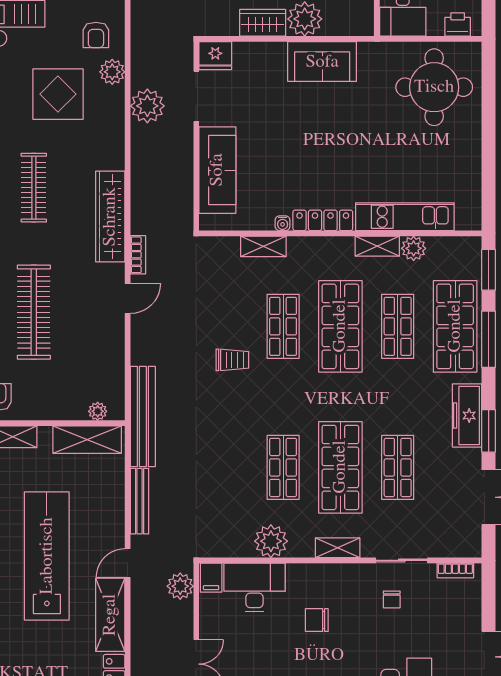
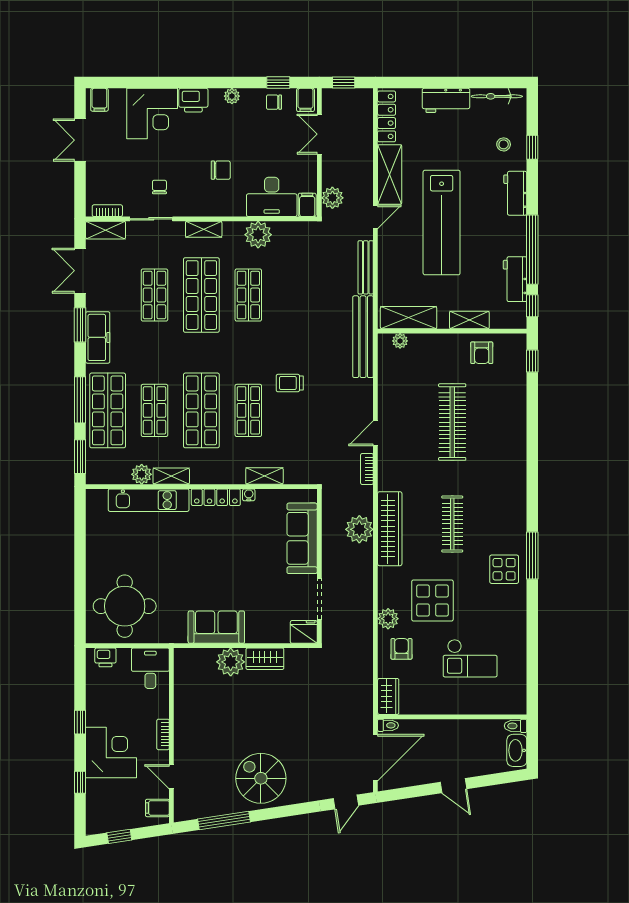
plant: (147, 106) -> (359, 529), moved
wardrobe: (110, 217) -> (390, 529), moved
shelving: (457, 547) -> (106, 230), added

